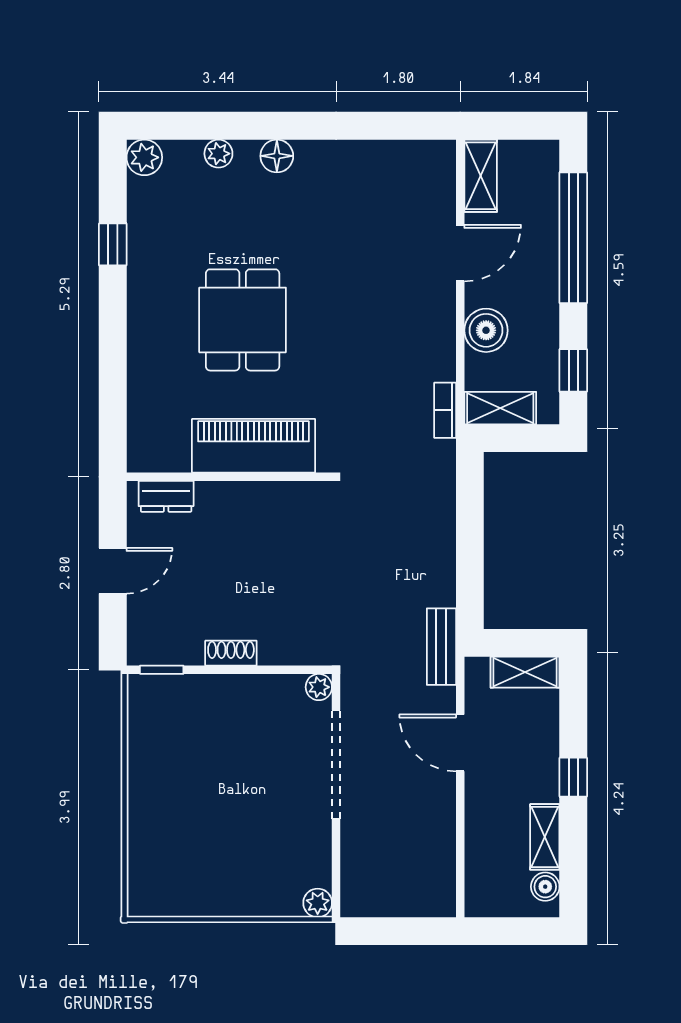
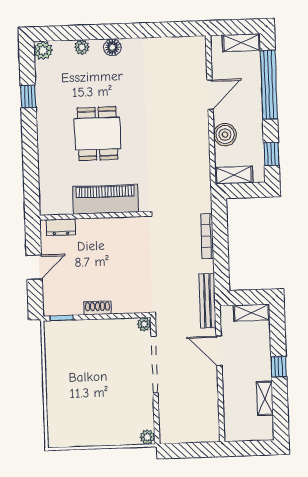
shelving: (481, 176) -> (241, 43), moved, turned 90
bookcase: (445, 410) -> (207, 236), moved, width x1.56
bench: (441, 647) -> (207, 301), width x1.36
boiler: (545, 887) -> (266, 424), removed

